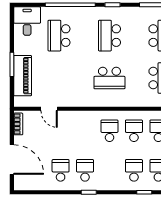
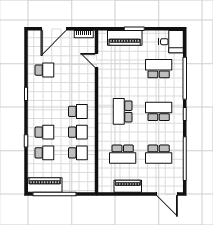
door: (49, 109) -> (97, 60), hinge flipped
school desk: (85, 170) -> (44, 91), removed

